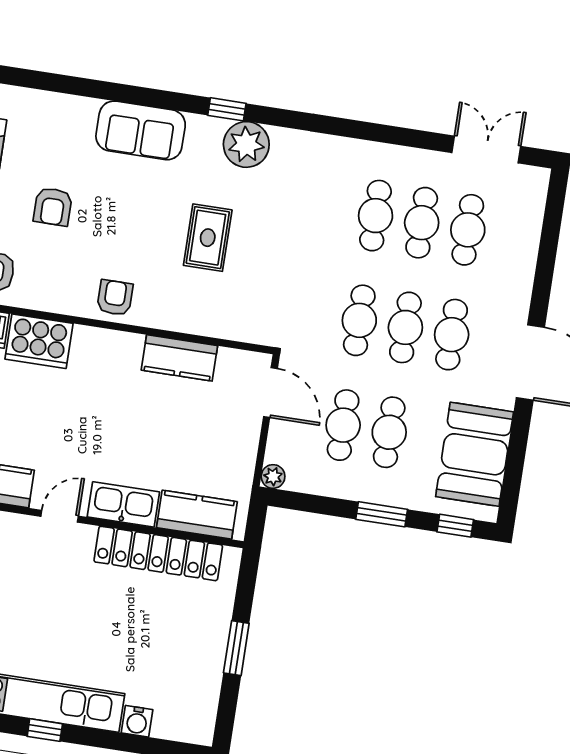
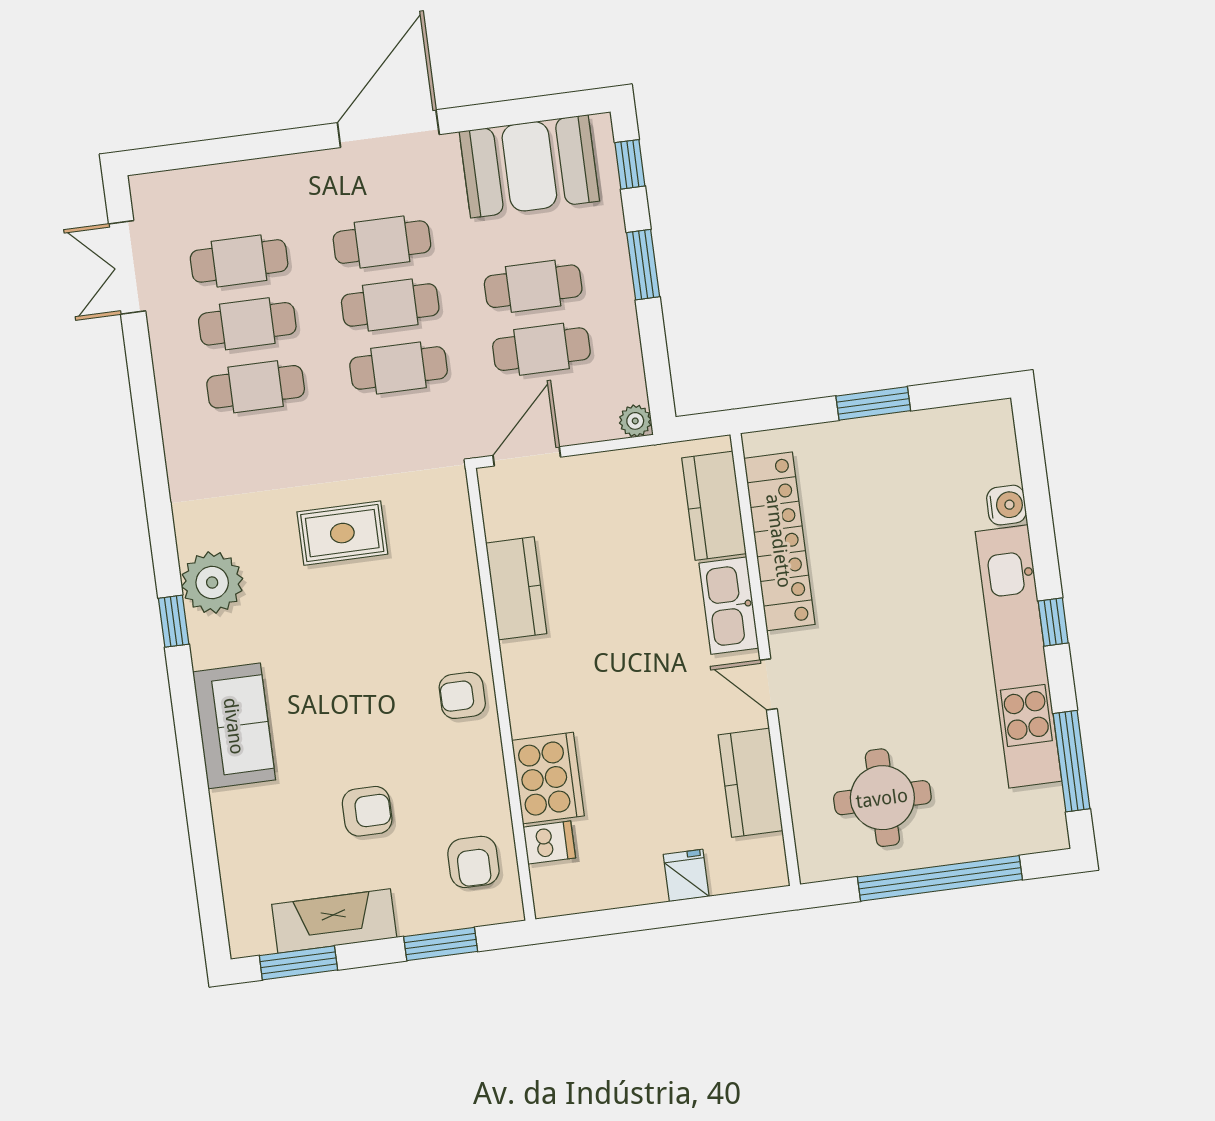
rug: (208, 238) -> (342, 533), moved

